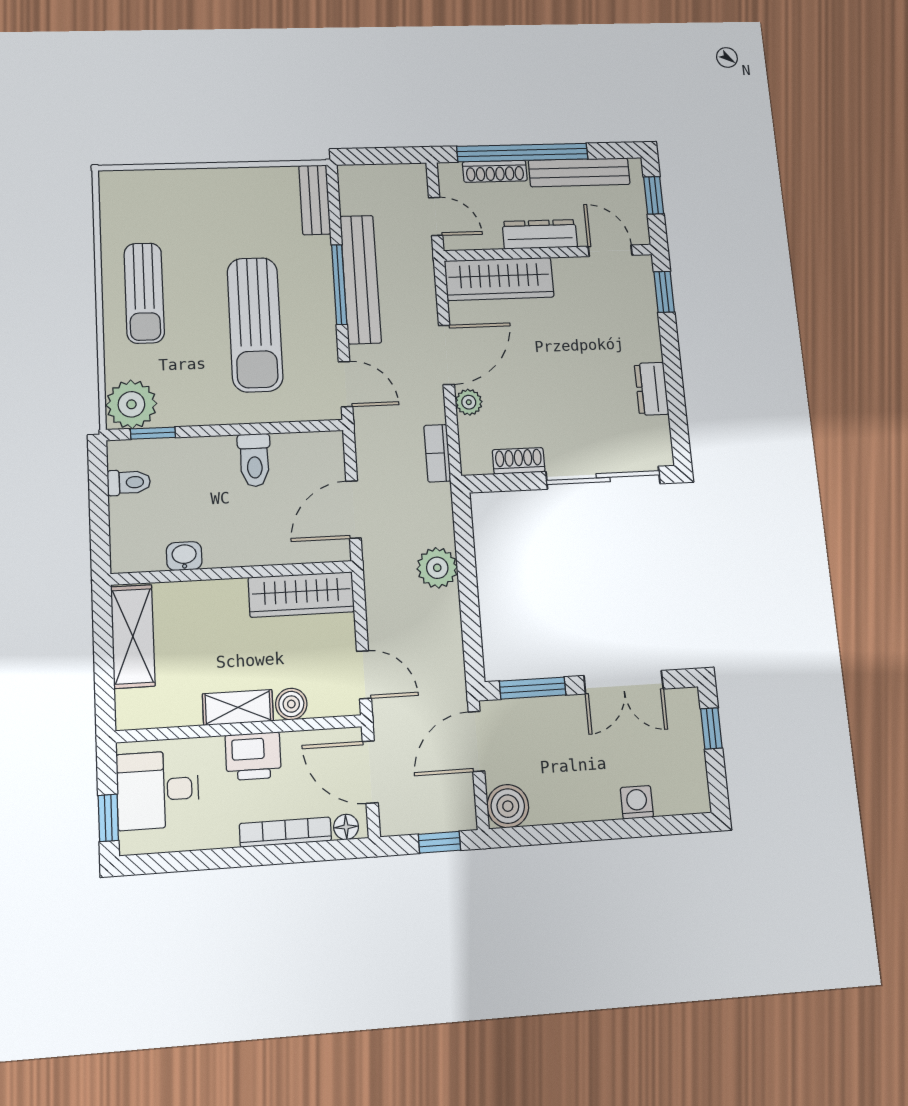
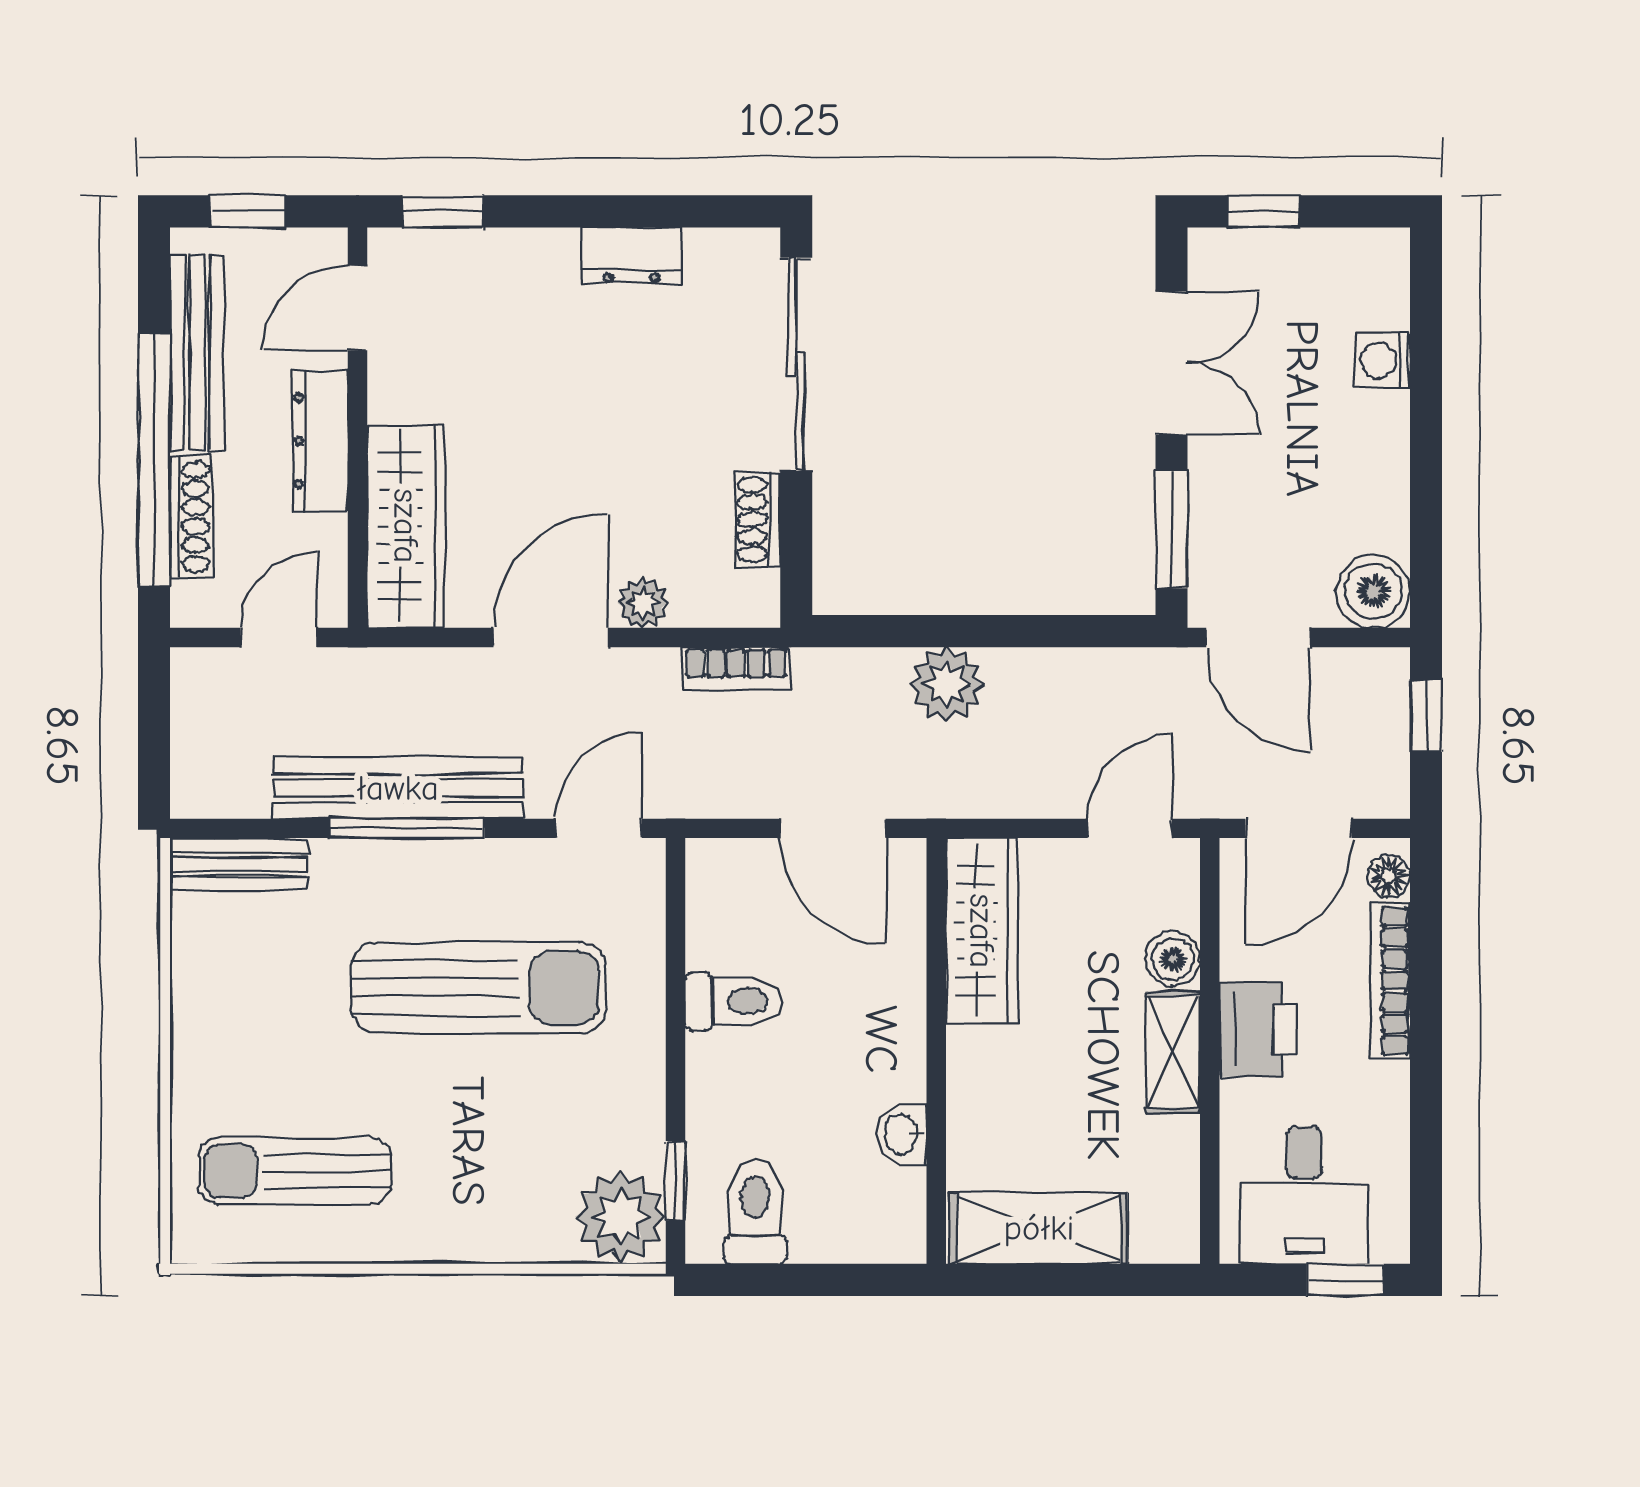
sun lounger: (144, 293) -> (295, 1171), moved, turned 180
door: (446, 355) -> (551, 638), hinge flipped
toilet: (129, 482) -> (755, 1212), width x1.37, depth x1.39

